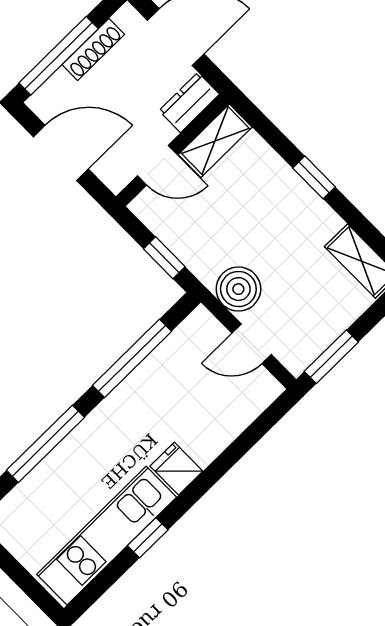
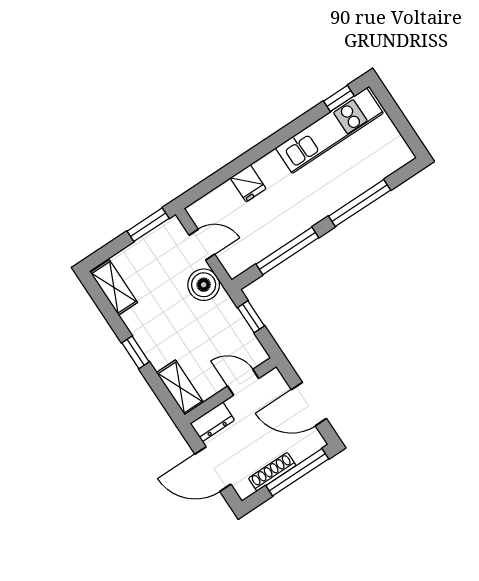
shelving: (215, 141) -> (180, 387), moved, turned 90
fridge: (176, 469) -> (248, 183), moved
window: (148, 538) -> (339, 98), moved

